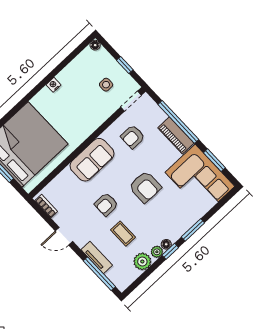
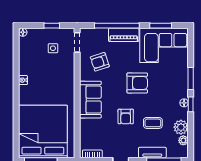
armchair: (133, 137) -> (100, 62), turned 72
plant: (157, 252) -> (183, 140), moved

